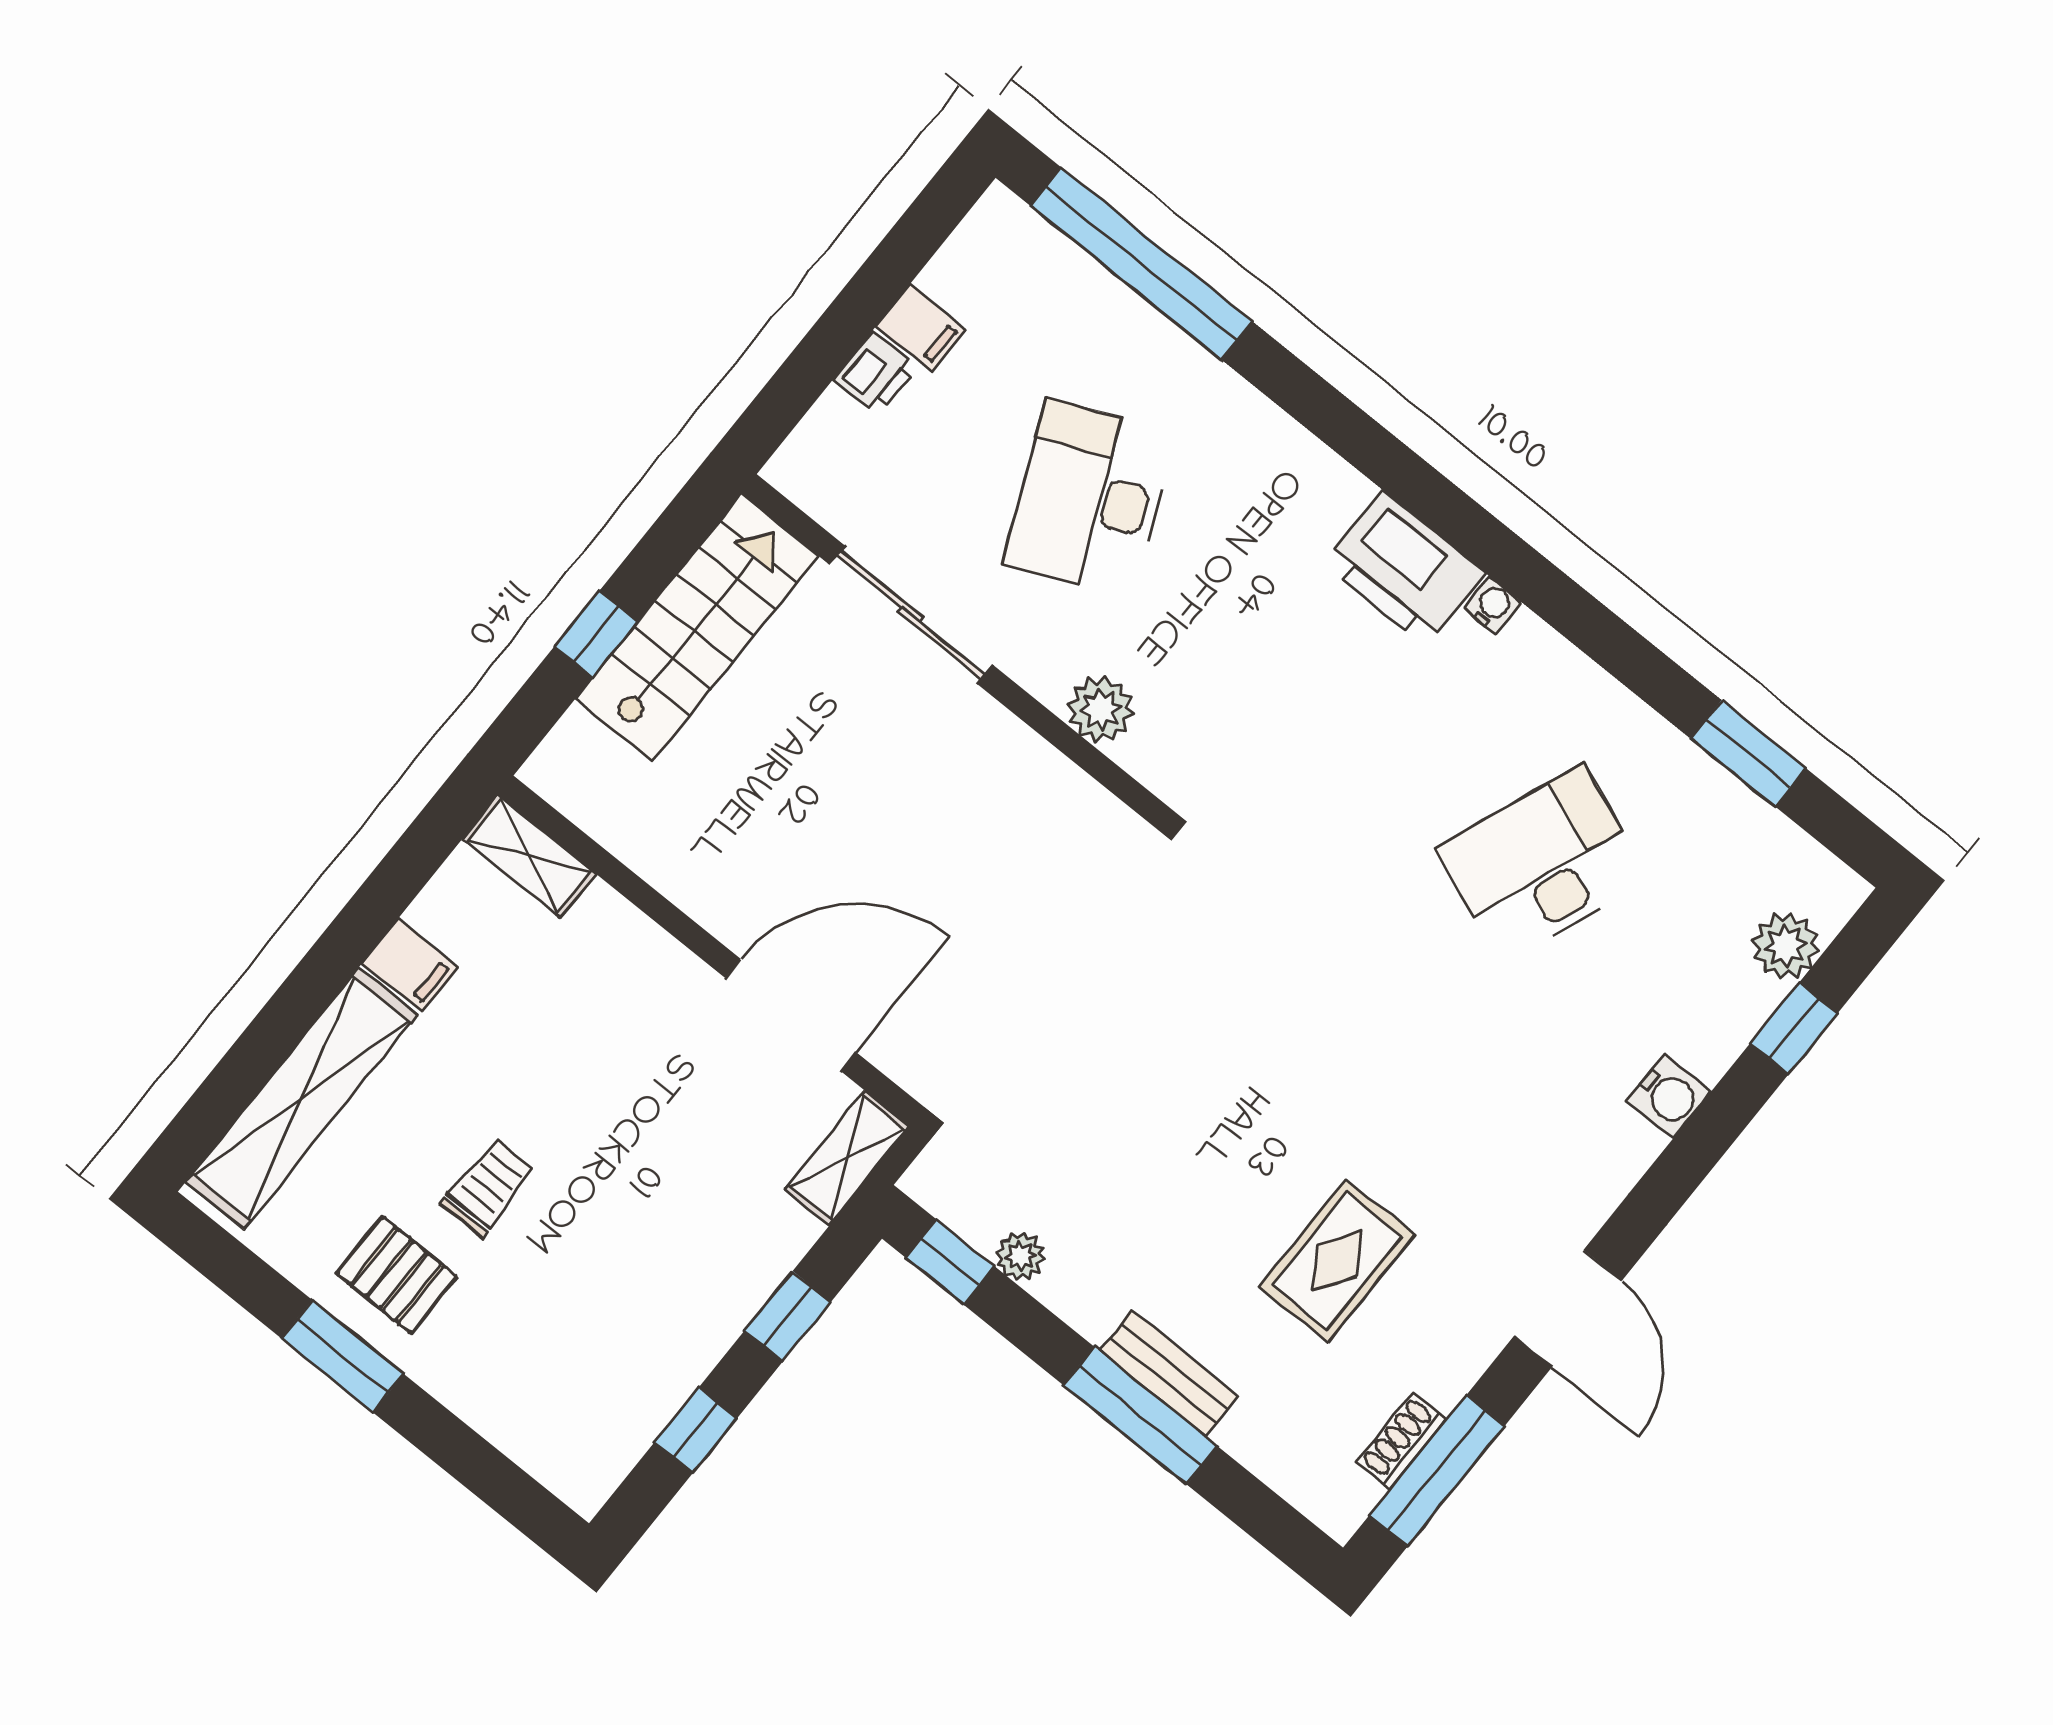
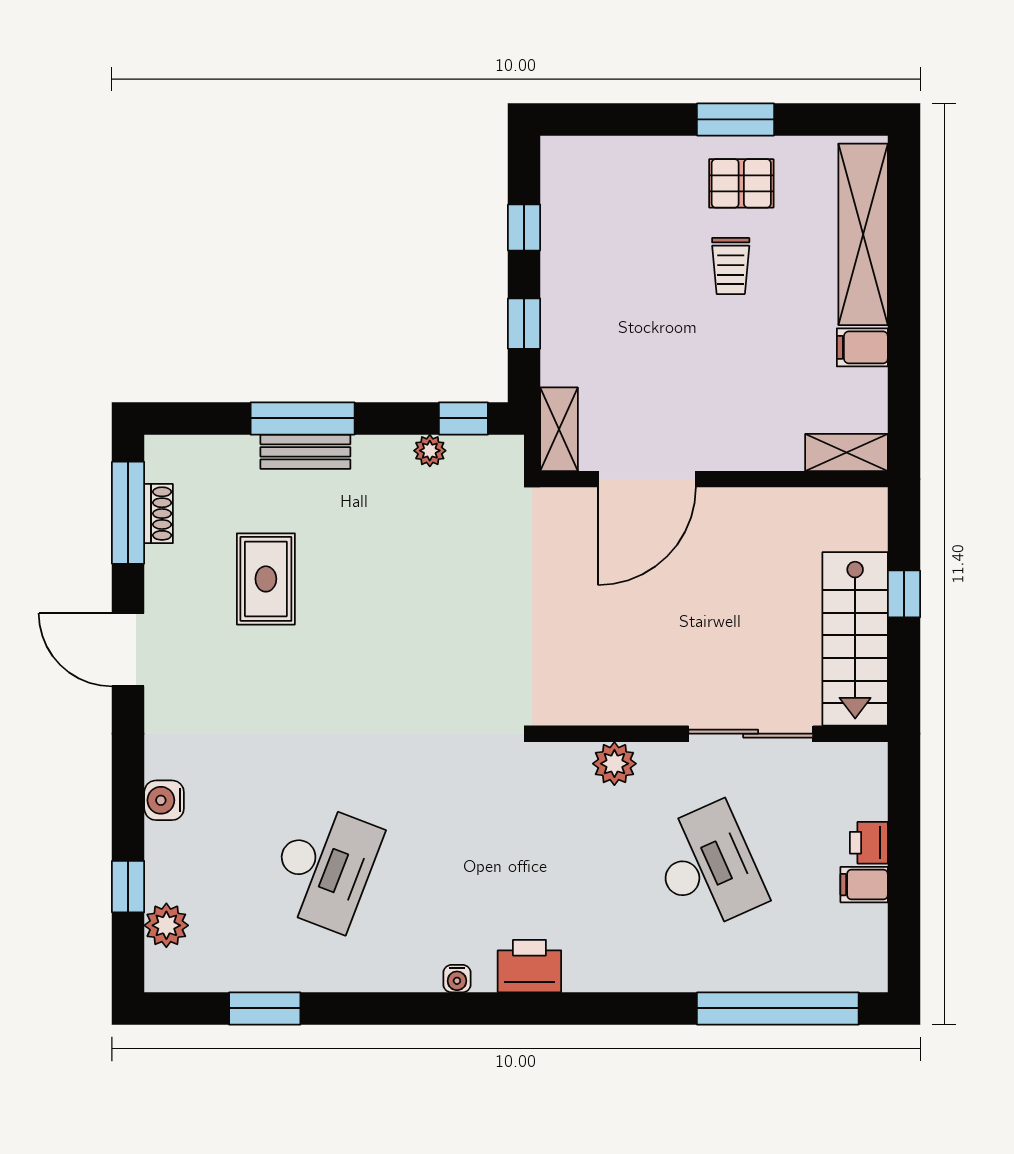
printer: (1404, 568) -> (529, 966), width x0.73, depth x0.84

